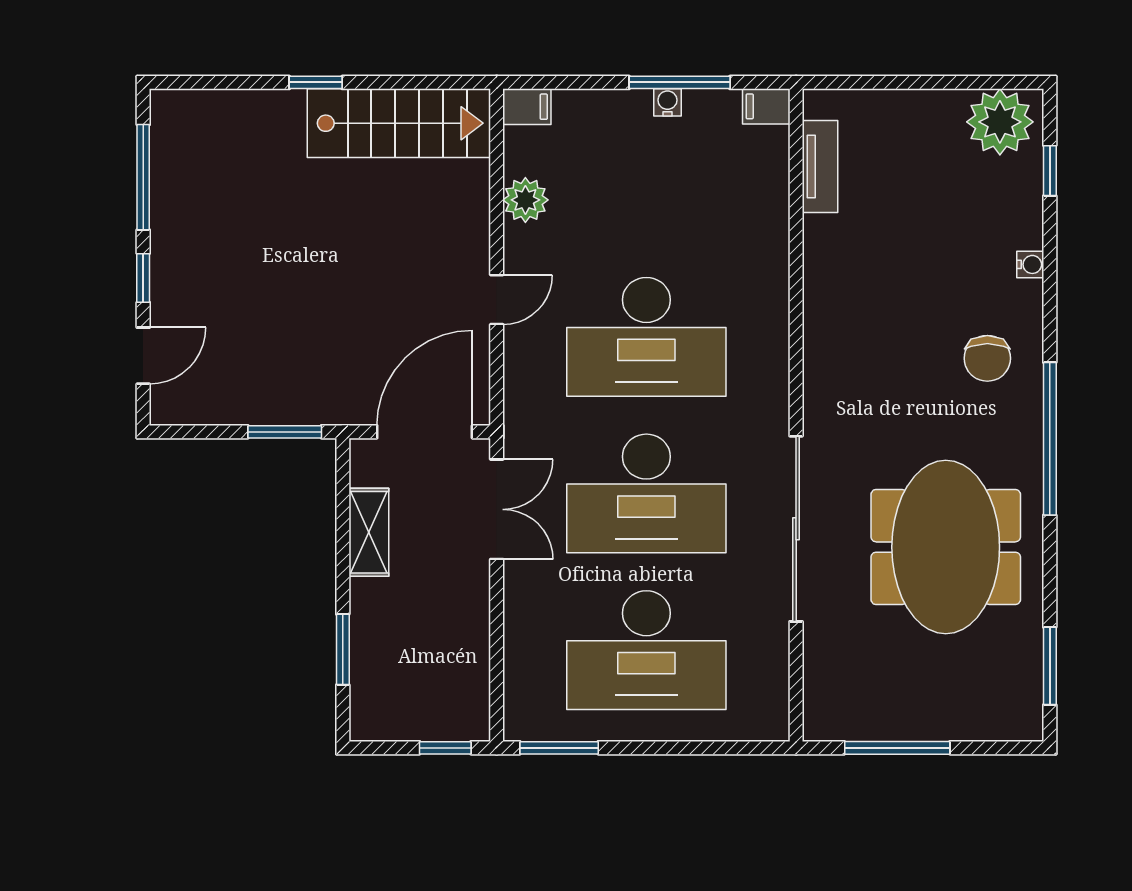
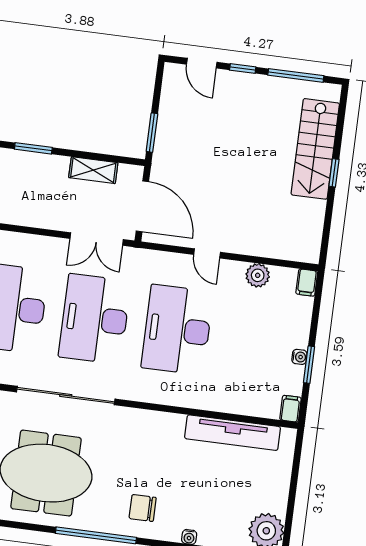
window: (680, 82) -> (309, 365), width x0.69
stairs: (399, 123) -> (315, 149), moved
tv unit: (820, 166) -> (233, 433), width x1.92, depth x1.29

